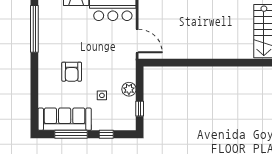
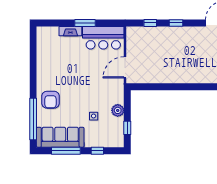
window: (34, 29) -> (33, 119), moved
door: (137, 41) -> (125, 67), swing flipped
armchair: (72, 72) -> (51, 100), moved

